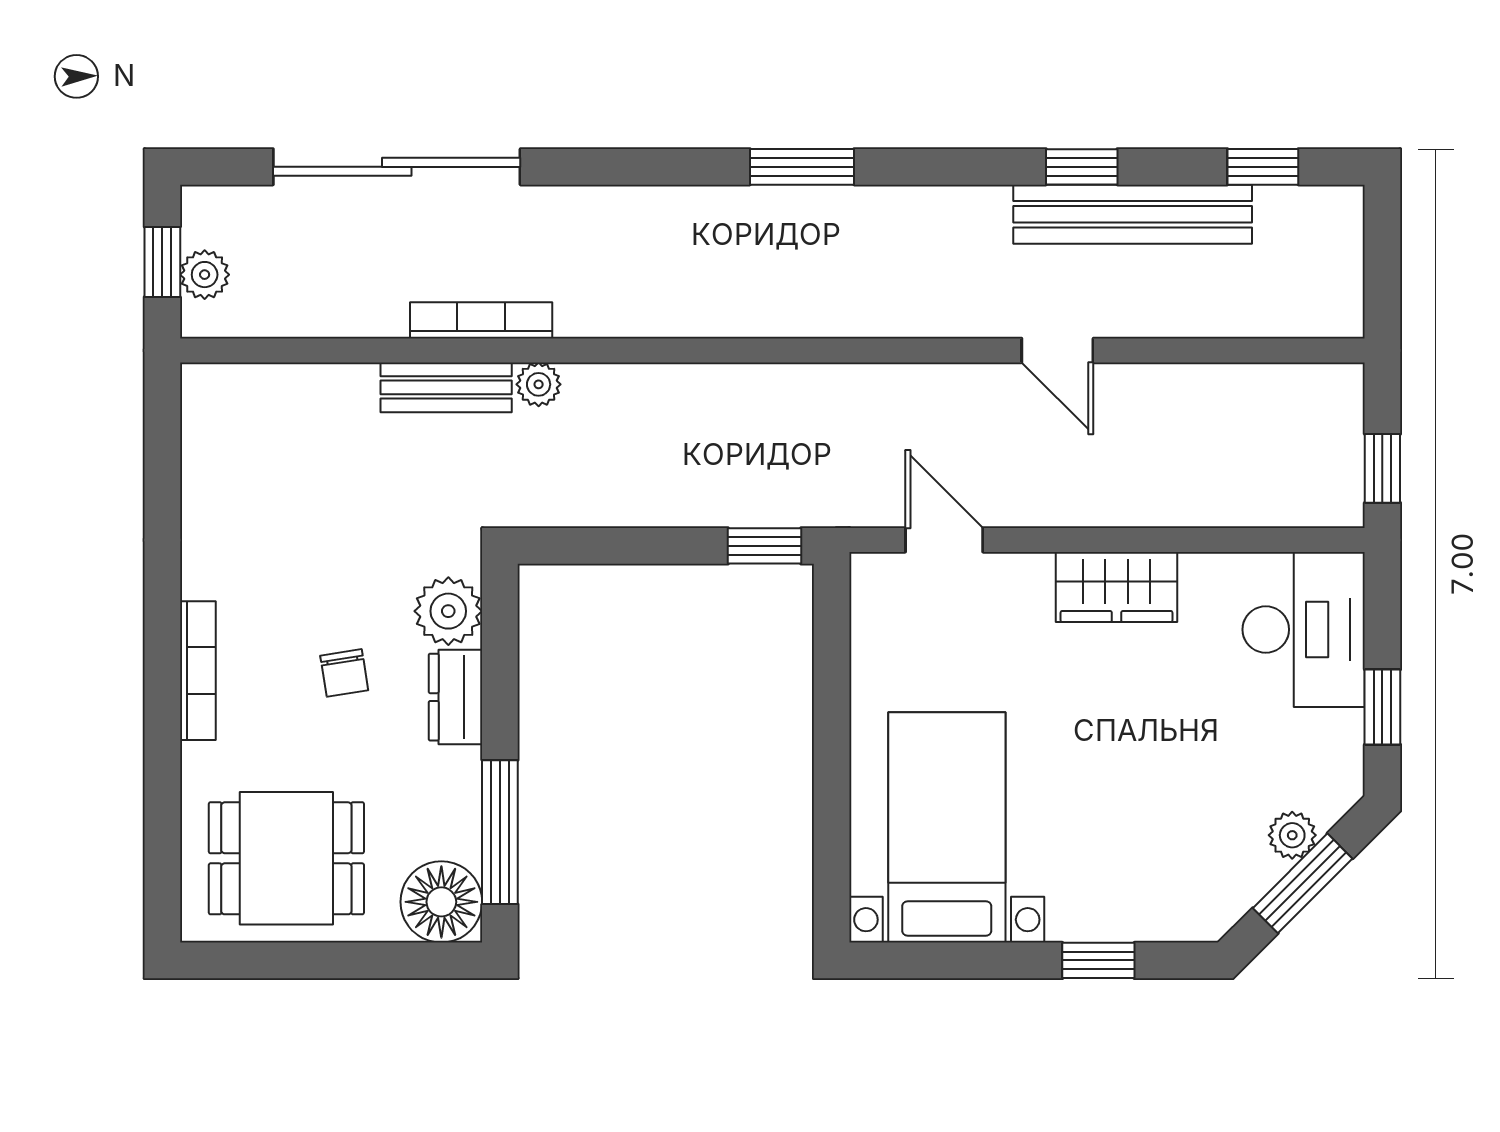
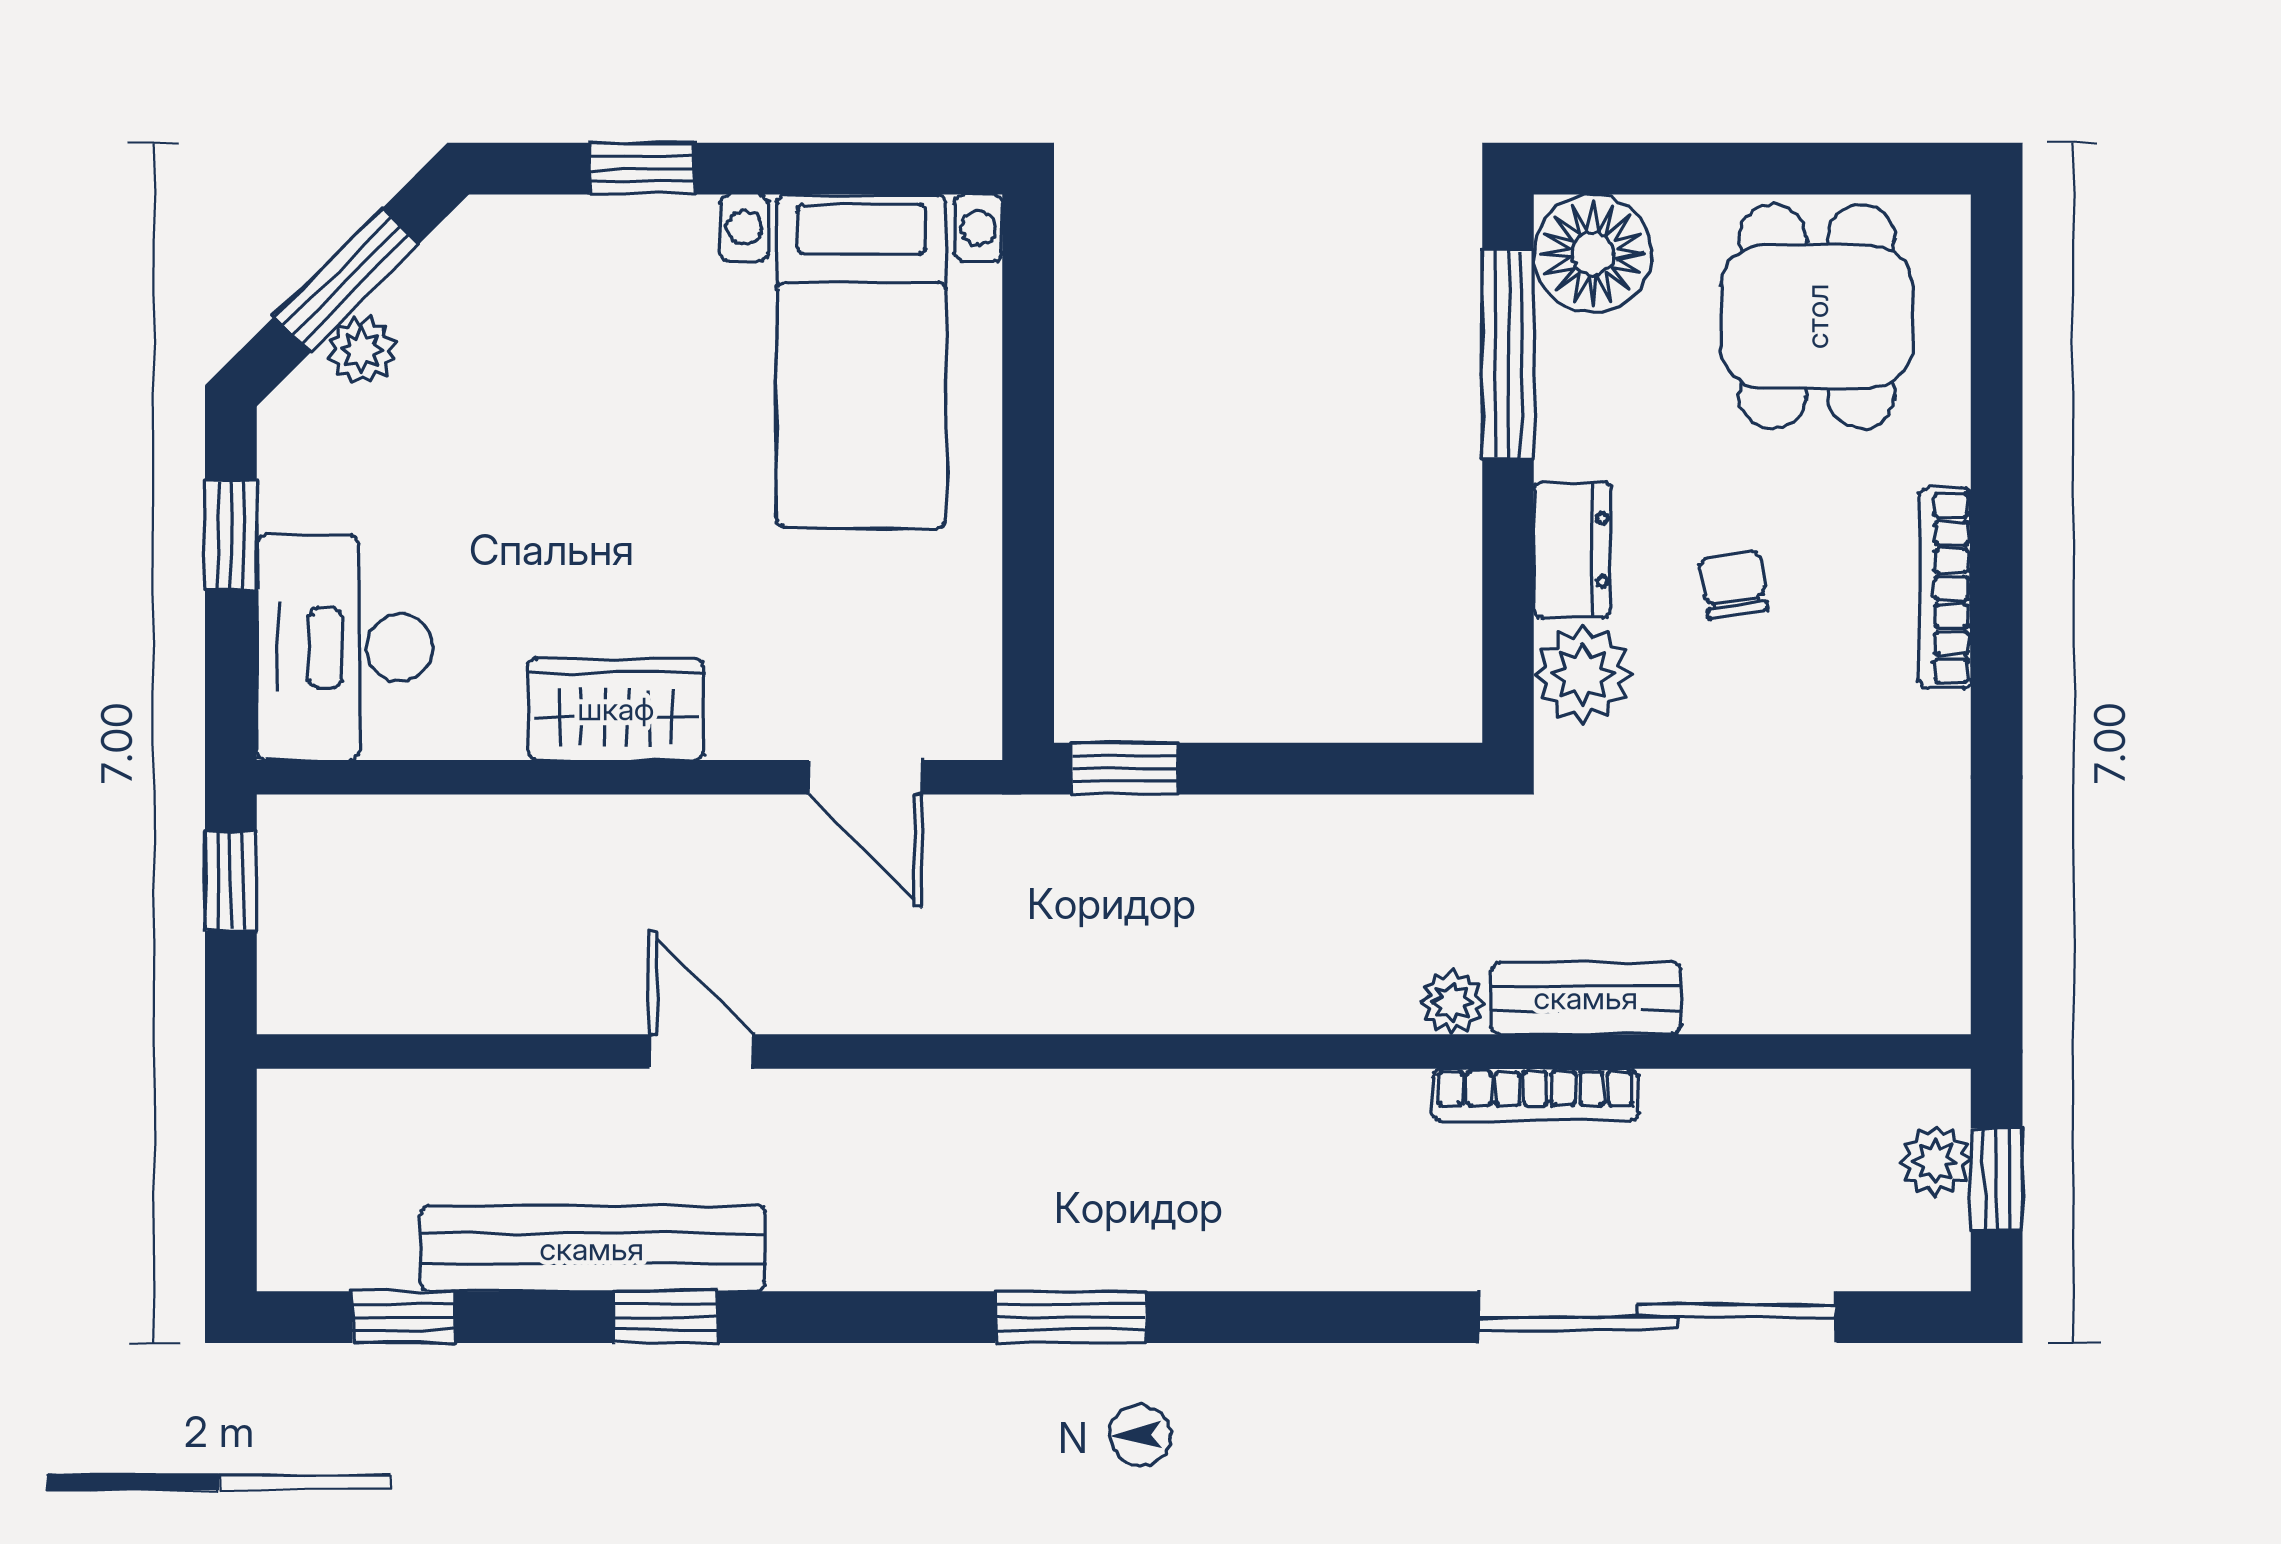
dining table: (286, 858) -> (1817, 316), turned 90

